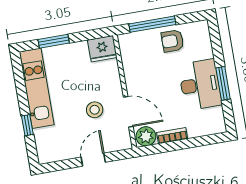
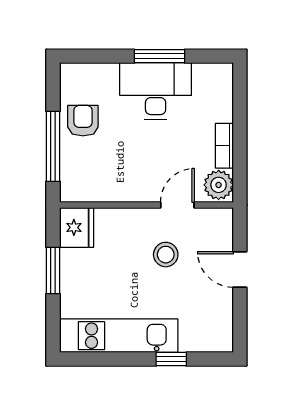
window: (54, 41) -> (53, 271), moved
armchair: (172, 41) -> (83, 121), turned 180
door: (128, 112) -> (177, 205), width x0.73

